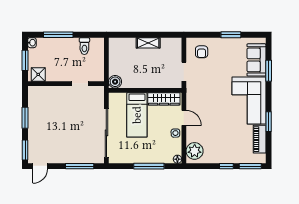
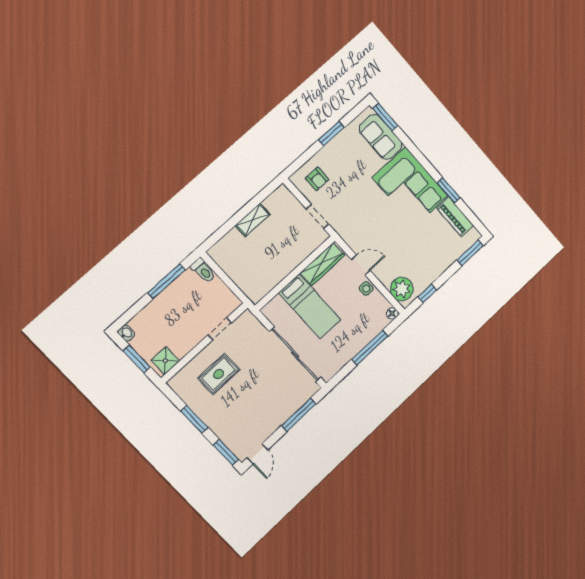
window: (58, 35) -> (166, 281), moved
toilet: (84, 46) -> (203, 270), moved
window: (269, 71) -> (385, 117), moved
boiler: (115, 82) -> (255, 293), removed
rug: (58, 106) -> (219, 374), added
window: (226, 166) -> (427, 293), moved

